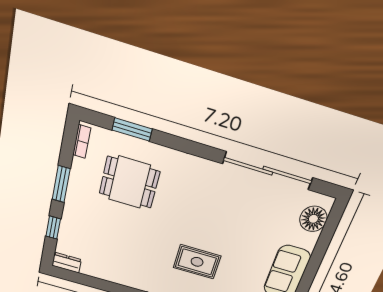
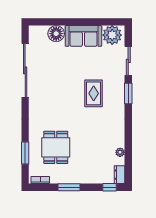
floor lamp: (313, 219) -> (56, 34), moved
window: (53, 228) -> (109, 187), moved
plant: (100, 273) -> (120, 152), added

